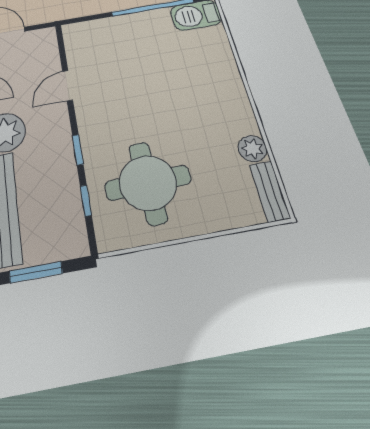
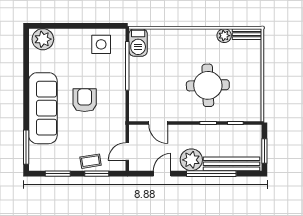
door: (68, 86) -> (158, 123), moved
round table: (148, 183) -> (208, 85), moved

